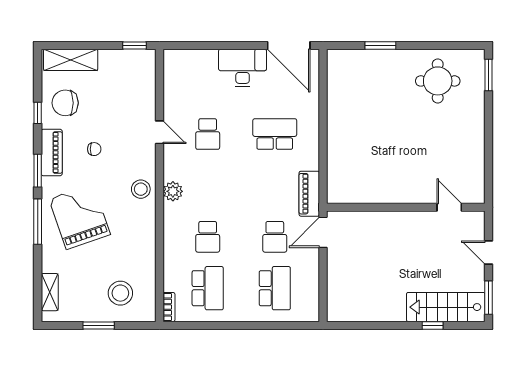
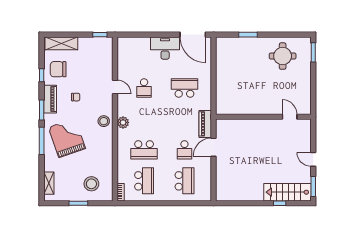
wall: (406, 207) -> (263, 117), moved
door: (449, 207) -> (290, 117), moved
school desk: (208, 237) -> (144, 150), width x1.85

